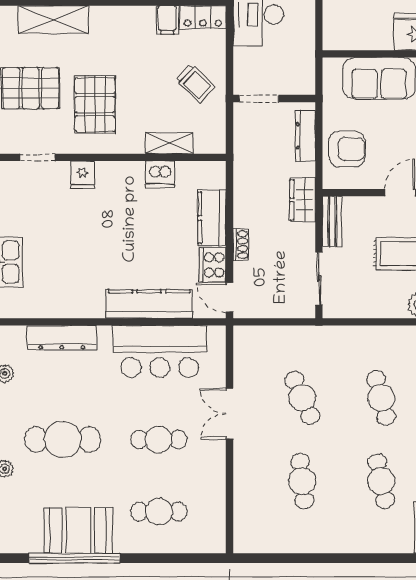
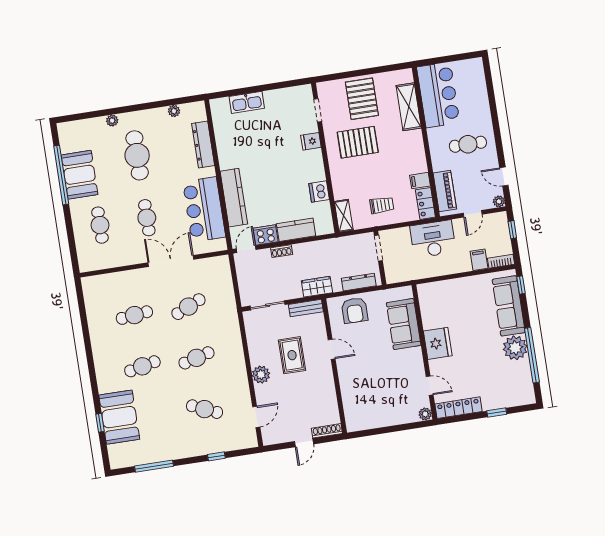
trolley: (195, 83) -> (382, 205), turned -133
shelving: (169, 143) -> (344, 216), moved
double door: (229, 414) -> (171, 261), width x1.37

